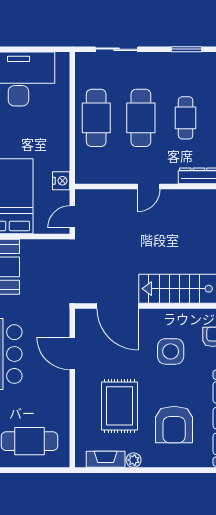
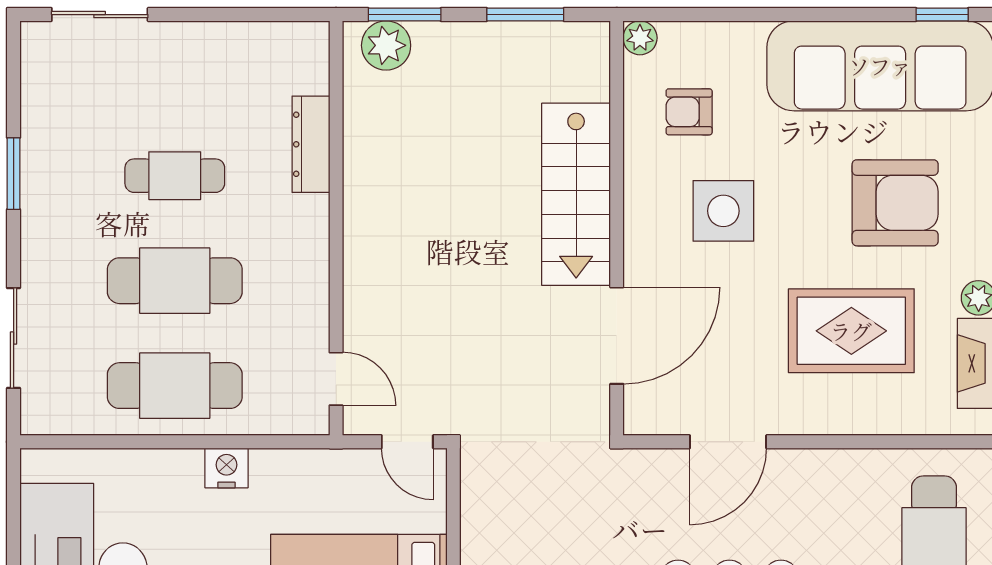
nightstand: (61, 181) -> (226, 468), moved
door: (149, 187) -> (336, 379), moved

